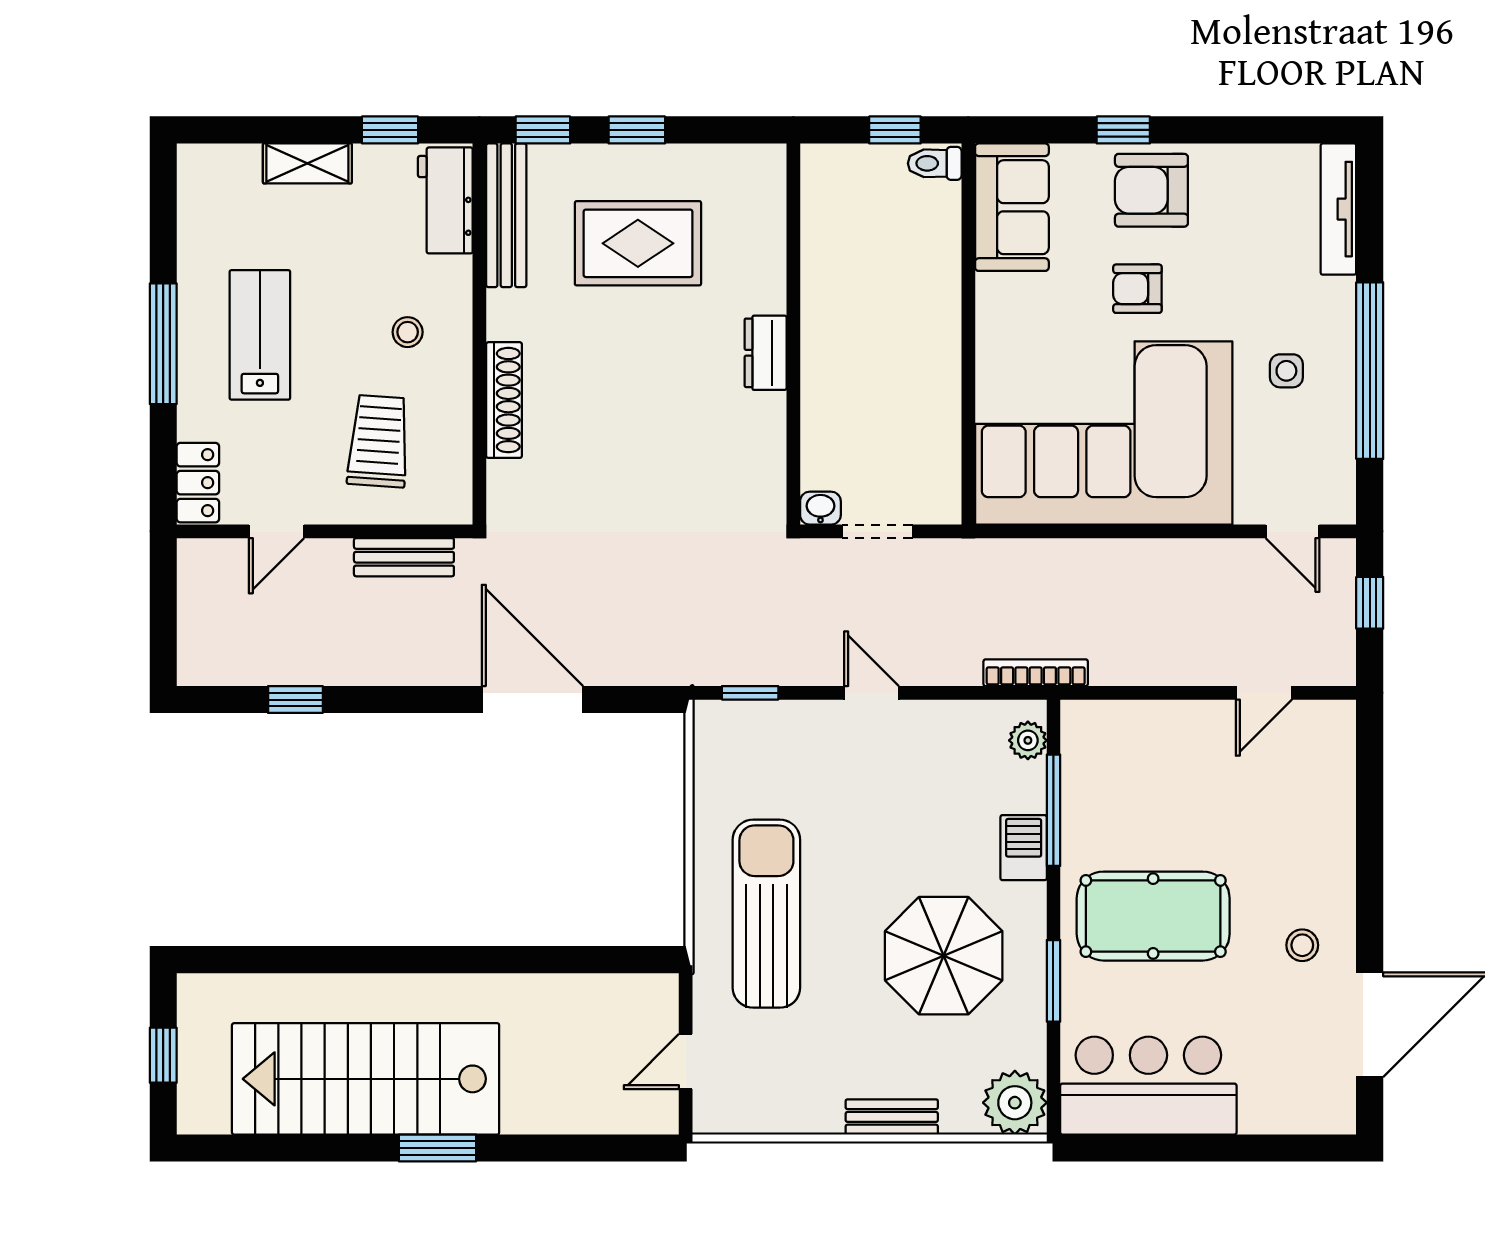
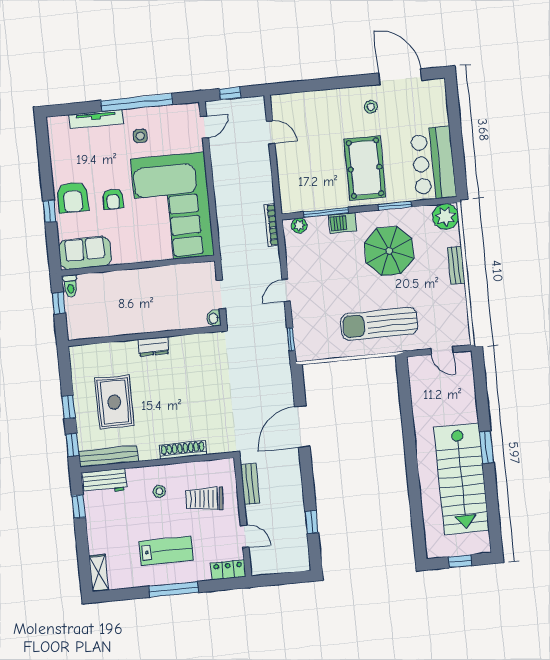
shelving: (307, 163) -> (99, 573), moved
tv unit: (1338, 209) -> (96, 119), moved
lab bench: (260, 335) -> (166, 551), turned 180

